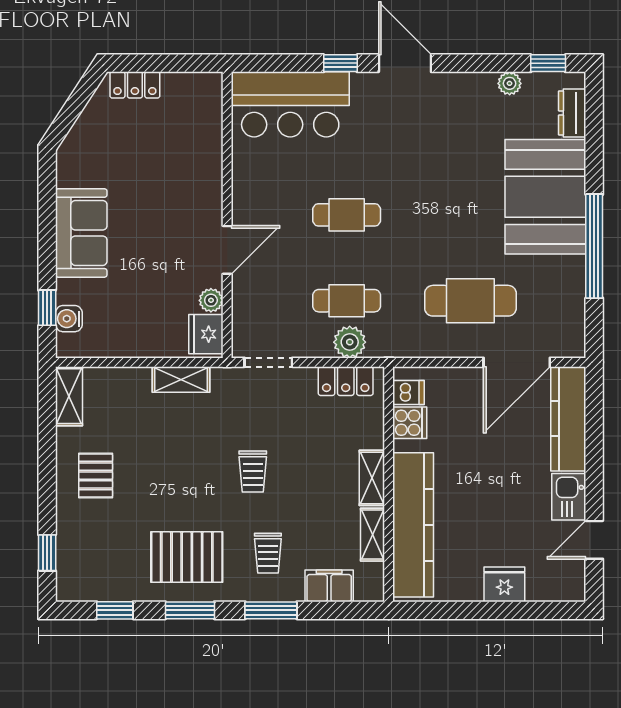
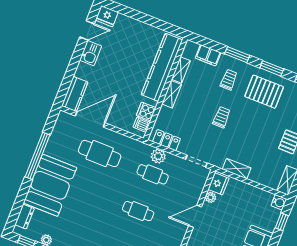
water cooler: (69, 319) -> (279, 202), moved
kitchen counter: (568, 419) -> (75, 94), width x0.67
fridge: (504, 584) -> (107, 16), moved

